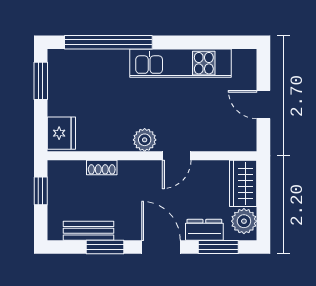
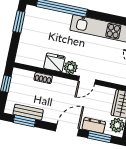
fridge: (61, 133) -> (54, 62), moved, turned -90
window: (105, 247) -> (25, 121), moved
door: (161, 247) -> (67, 130), hinge flipped

